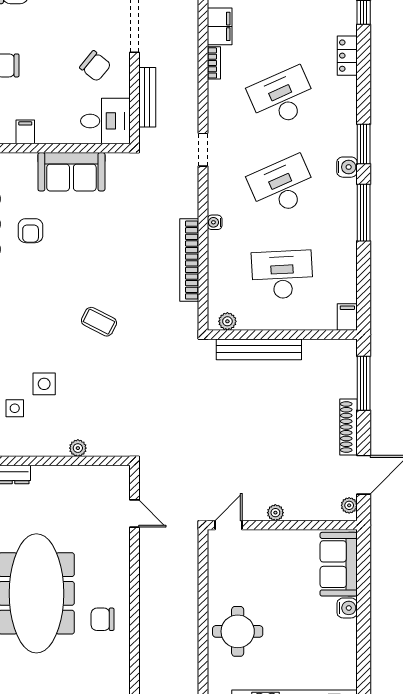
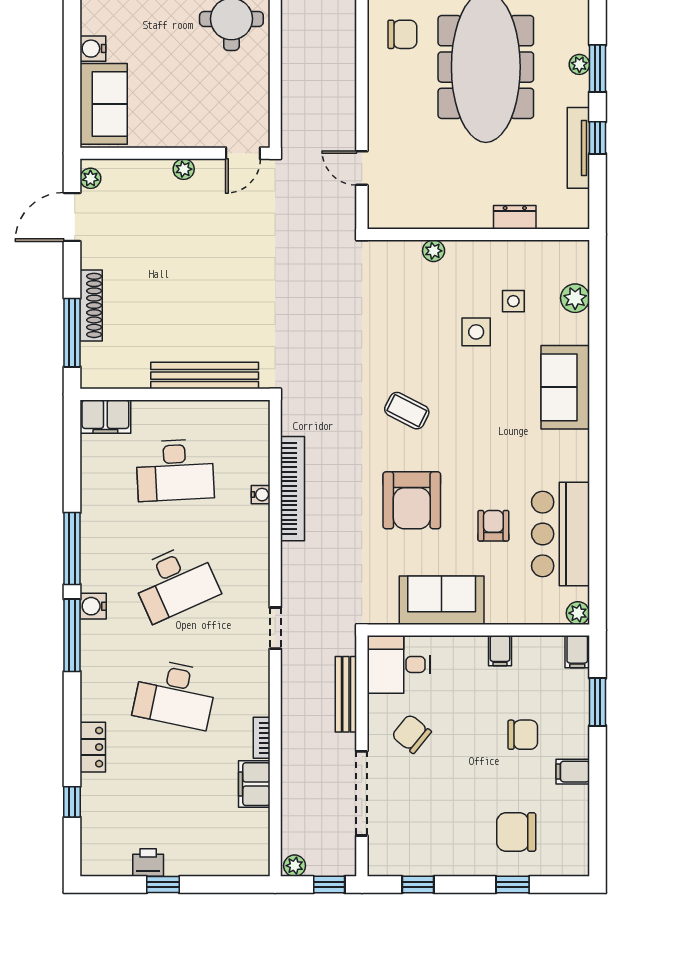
desk: (282, 97) -> (175, 694), turned 36
window: (364, 144) -> (72, 635), width x1.44
water cooler: (215, 222) -> (261, 495), moved
armchair: (95, 251) -> (412, 500), added
filing cabinet: (347, 317) -> (105, 417), width x2.00
plant: (227, 321) -> (244, 411), removed
shoe rack: (349, 427) -> (91, 305), moved

